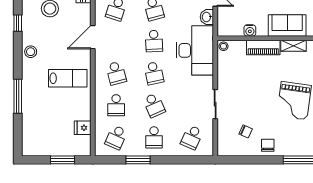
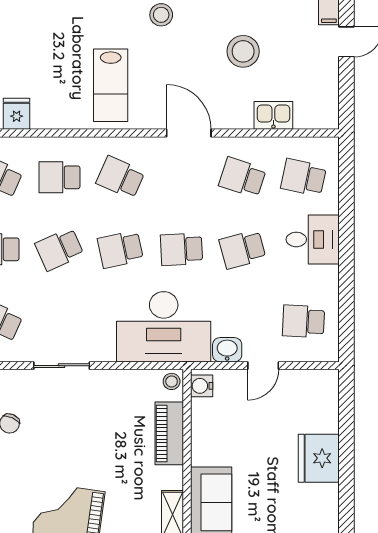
water cooler: (250, 30) -> (202, 386), moved
piano: (263, 47) -> (169, 433), moved
school desk: (116, 73) -> (120, 177), turned 39

